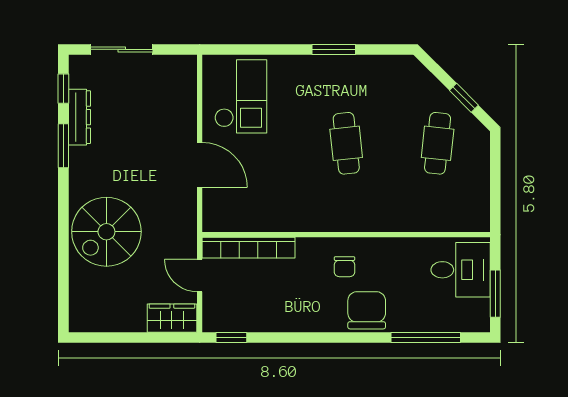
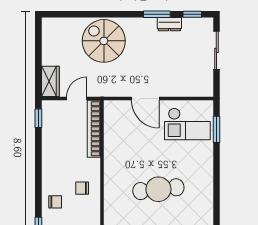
window: (334, 49) -> (216, 129), moved
dresser: (79, 117) -> (169, 24), width x0.70
cafe table: (346, 143) -> (158, 189), width x1.37, depth x1.35
door: (200, 165) -> (145, 99), hinge flipped
chair: (367, 310) -> (55, 202), width x0.54, depth x0.54

